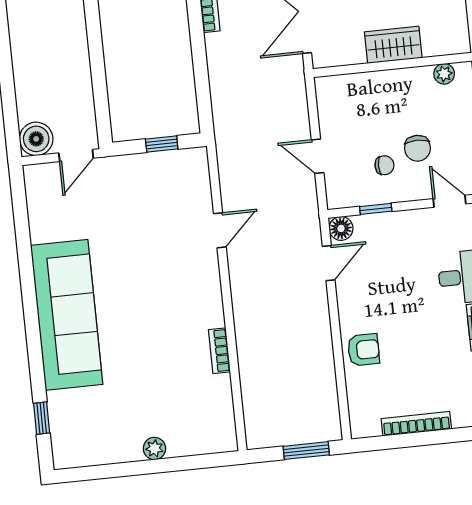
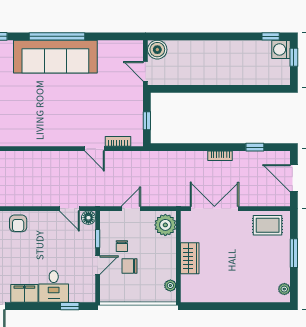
plant: (340, 93) -> (165, 225), added
door: (449, 201) -> (98, 265), moved
window: (31, 316) -> (57, 36), added
bookcase: (219, 351) -> (118, 141), moved

